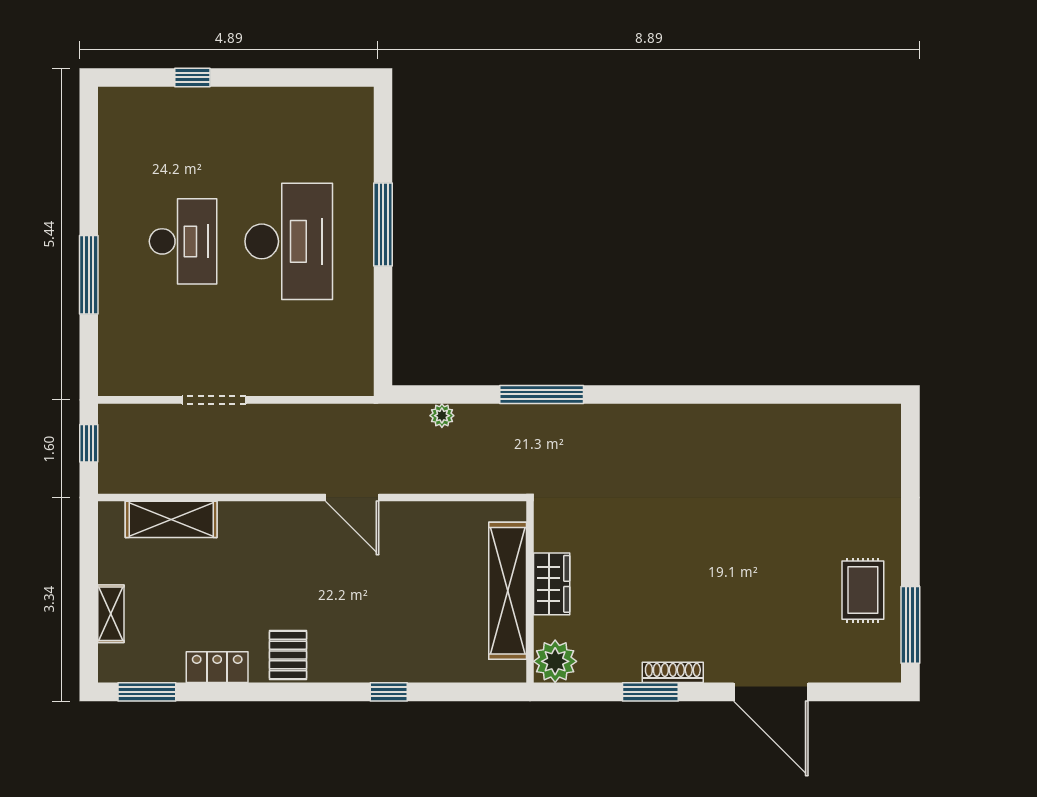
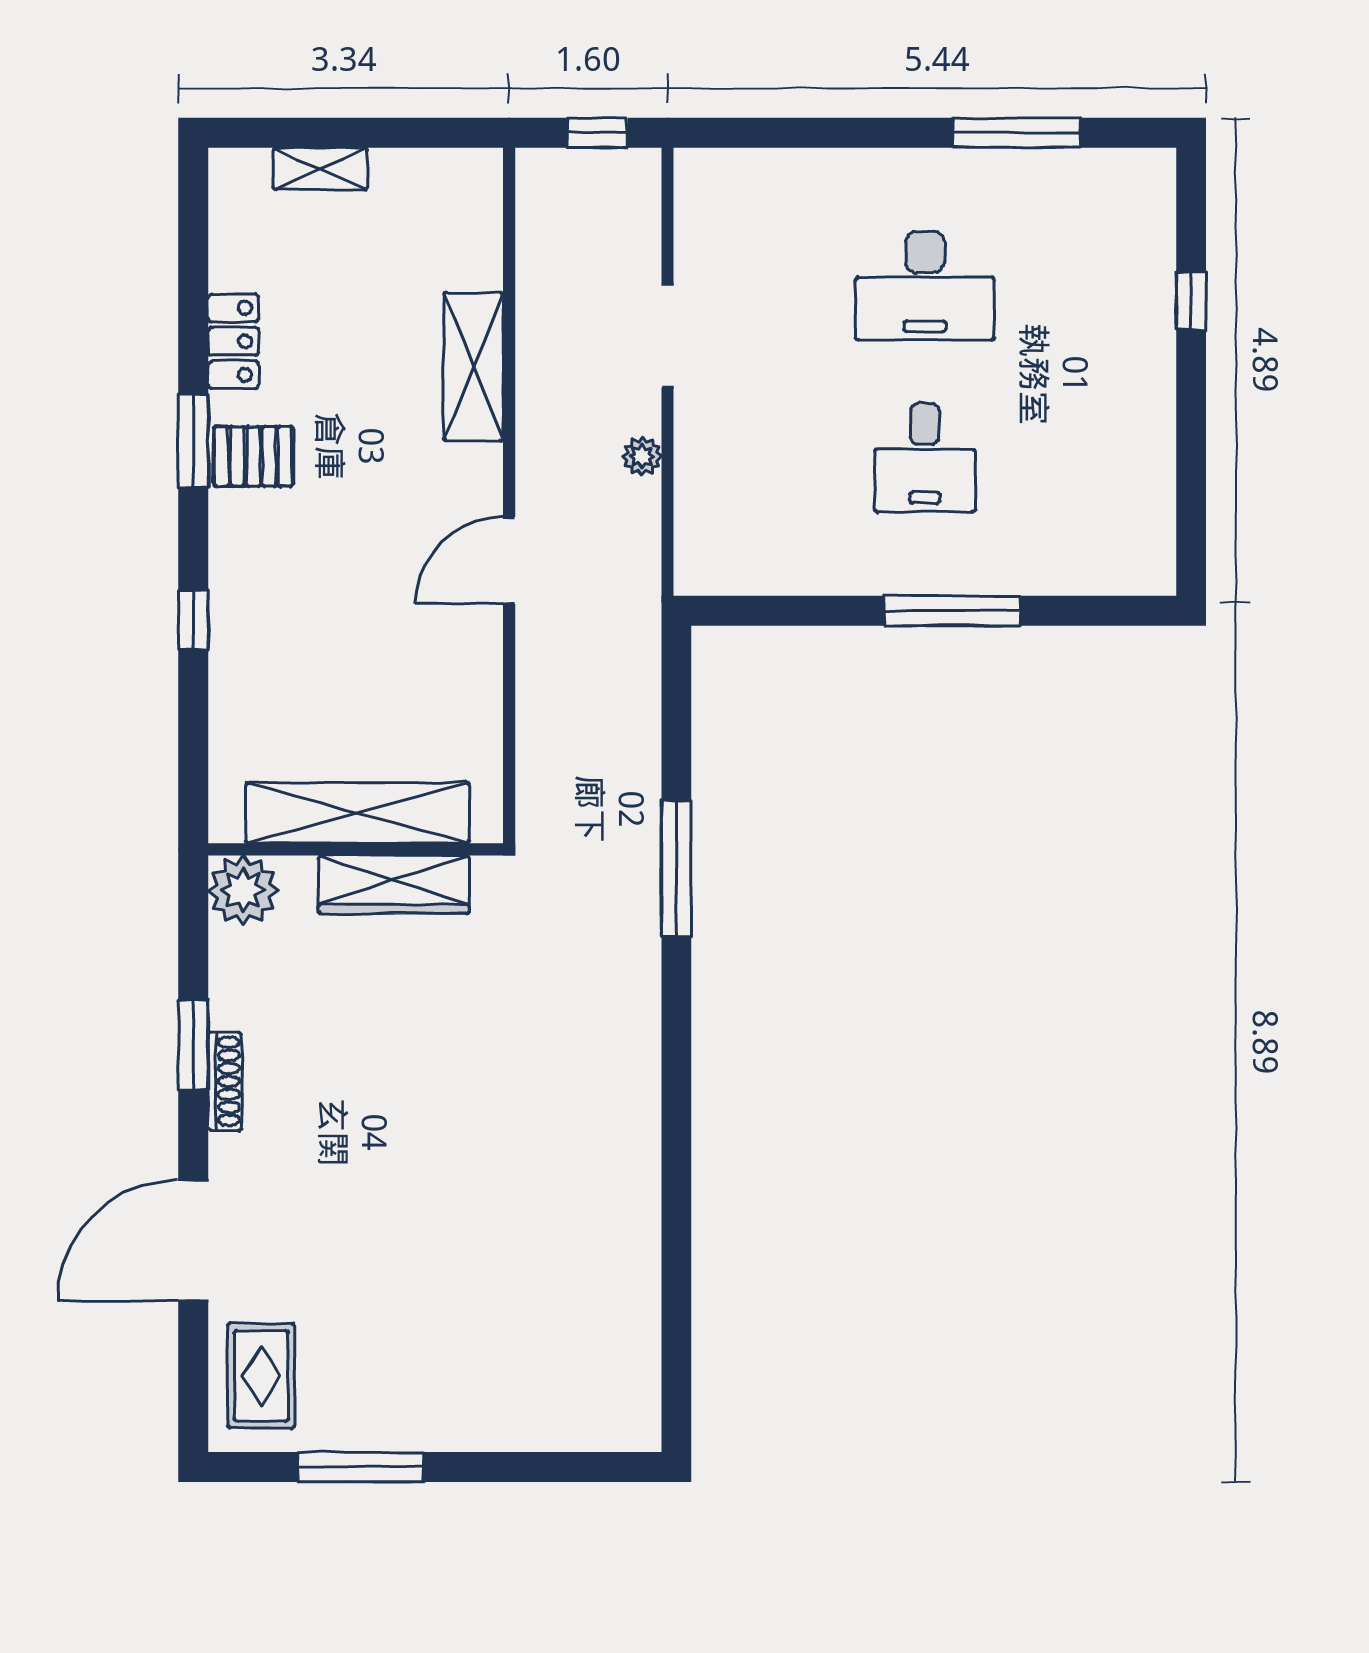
desk: (289, 241) -> (925, 458), width x0.53, depth x0.77
window: (89, 275) -> (1017, 133), moved
plant: (442, 416) -> (642, 456), moved
shelving: (171, 519) -> (473, 367), moved
wardrobe: (552, 584) -> (394, 884), width x1.50
rug: (863, 590) -> (261, 1376), moved, turned 90
window: (910, 625) -> (361, 1467), moved
window: (147, 692) -> (193, 441), moved

